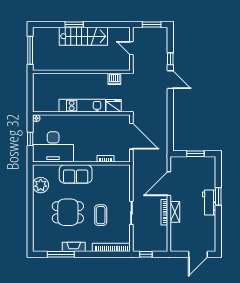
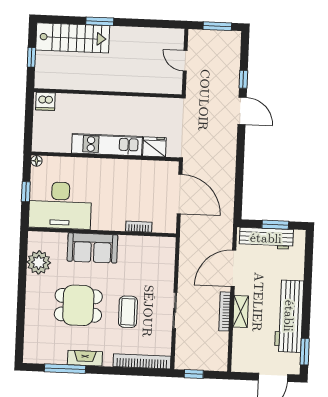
stairs: (83, 36) -> (73, 38), moved
window: (30, 50) -> (31, 57), width x0.46
dishwasher: (114, 79) -> (45, 101), moved
workbench: (190, 163) -> (266, 238), added
window: (218, 196) -> (305, 352), moved
workbench: (209, 202) -> (289, 316), width x1.88, depth x1.32

